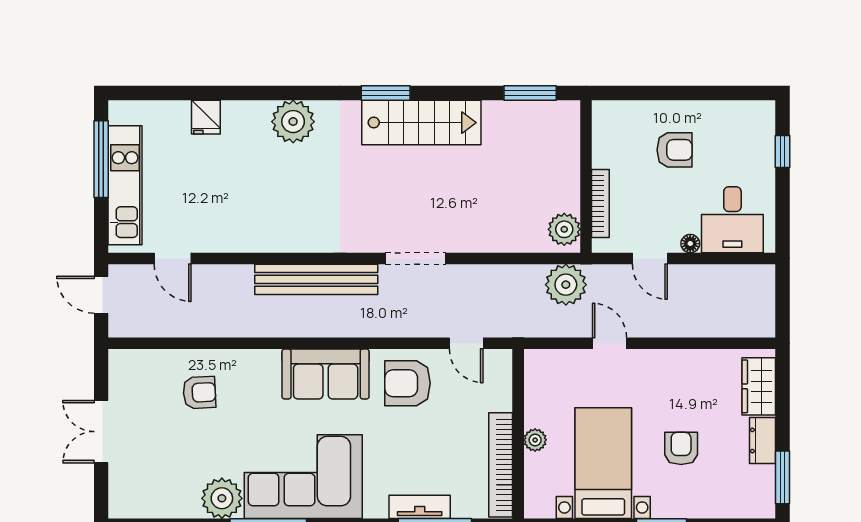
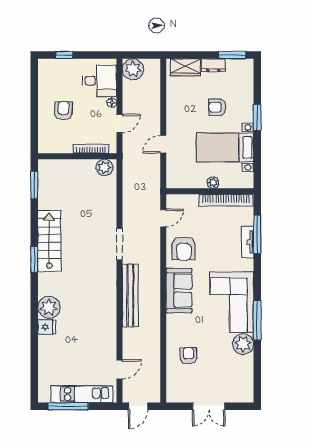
fridge: (206, 117) -> (47, 327), moved
plant: (566, 285) -> (133, 69), moved

